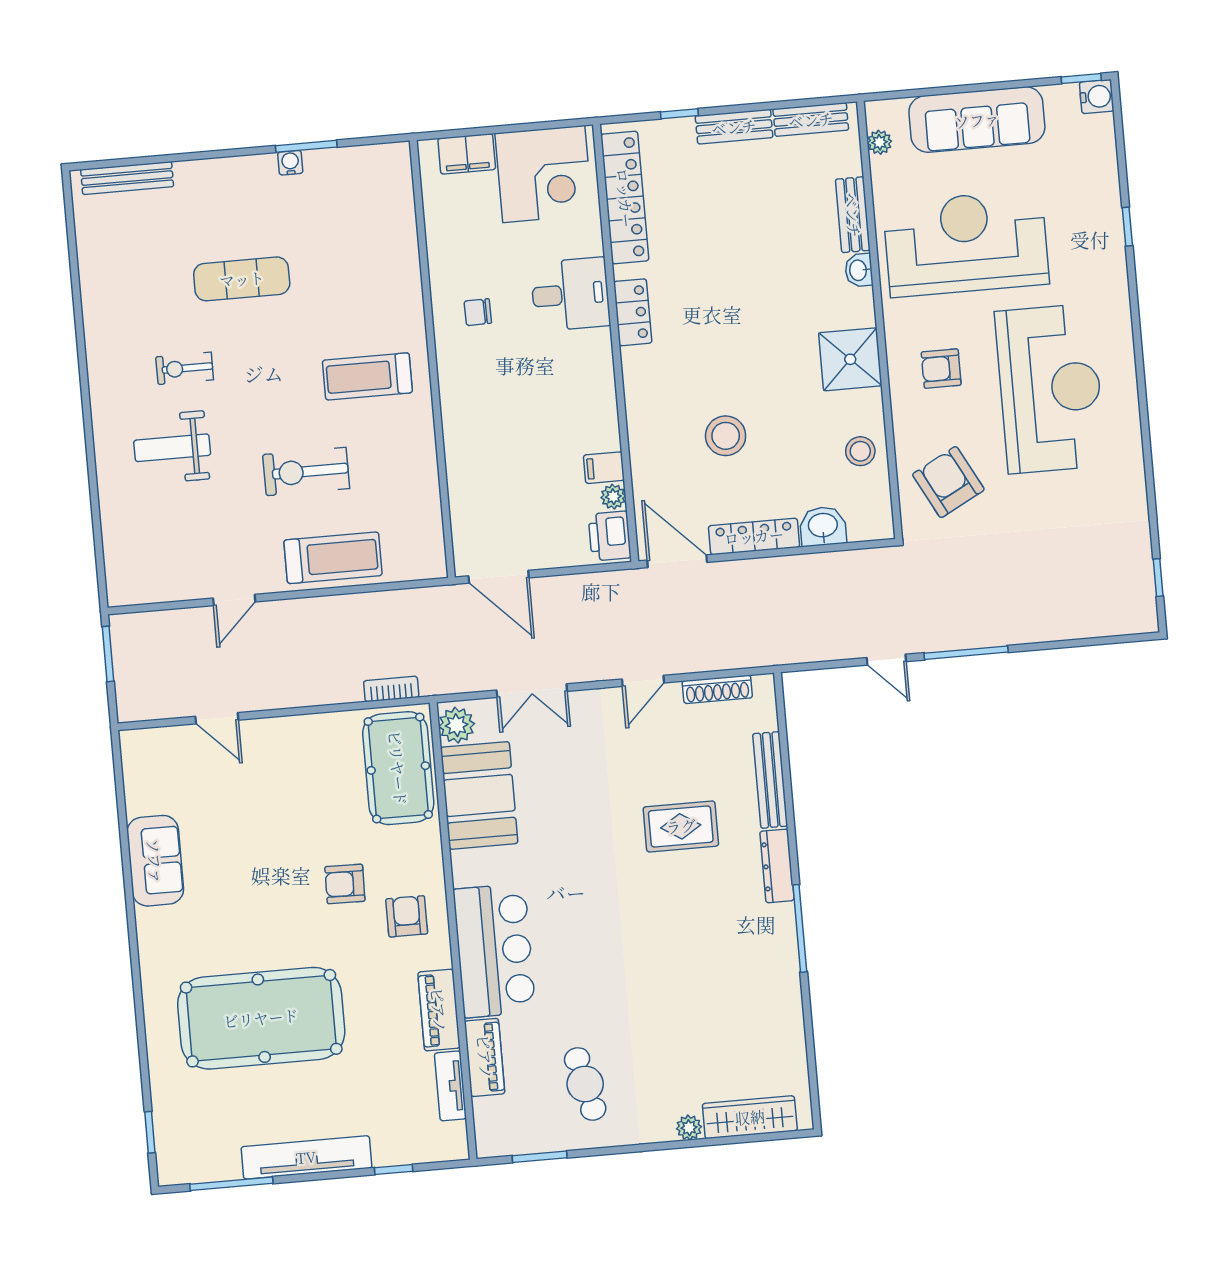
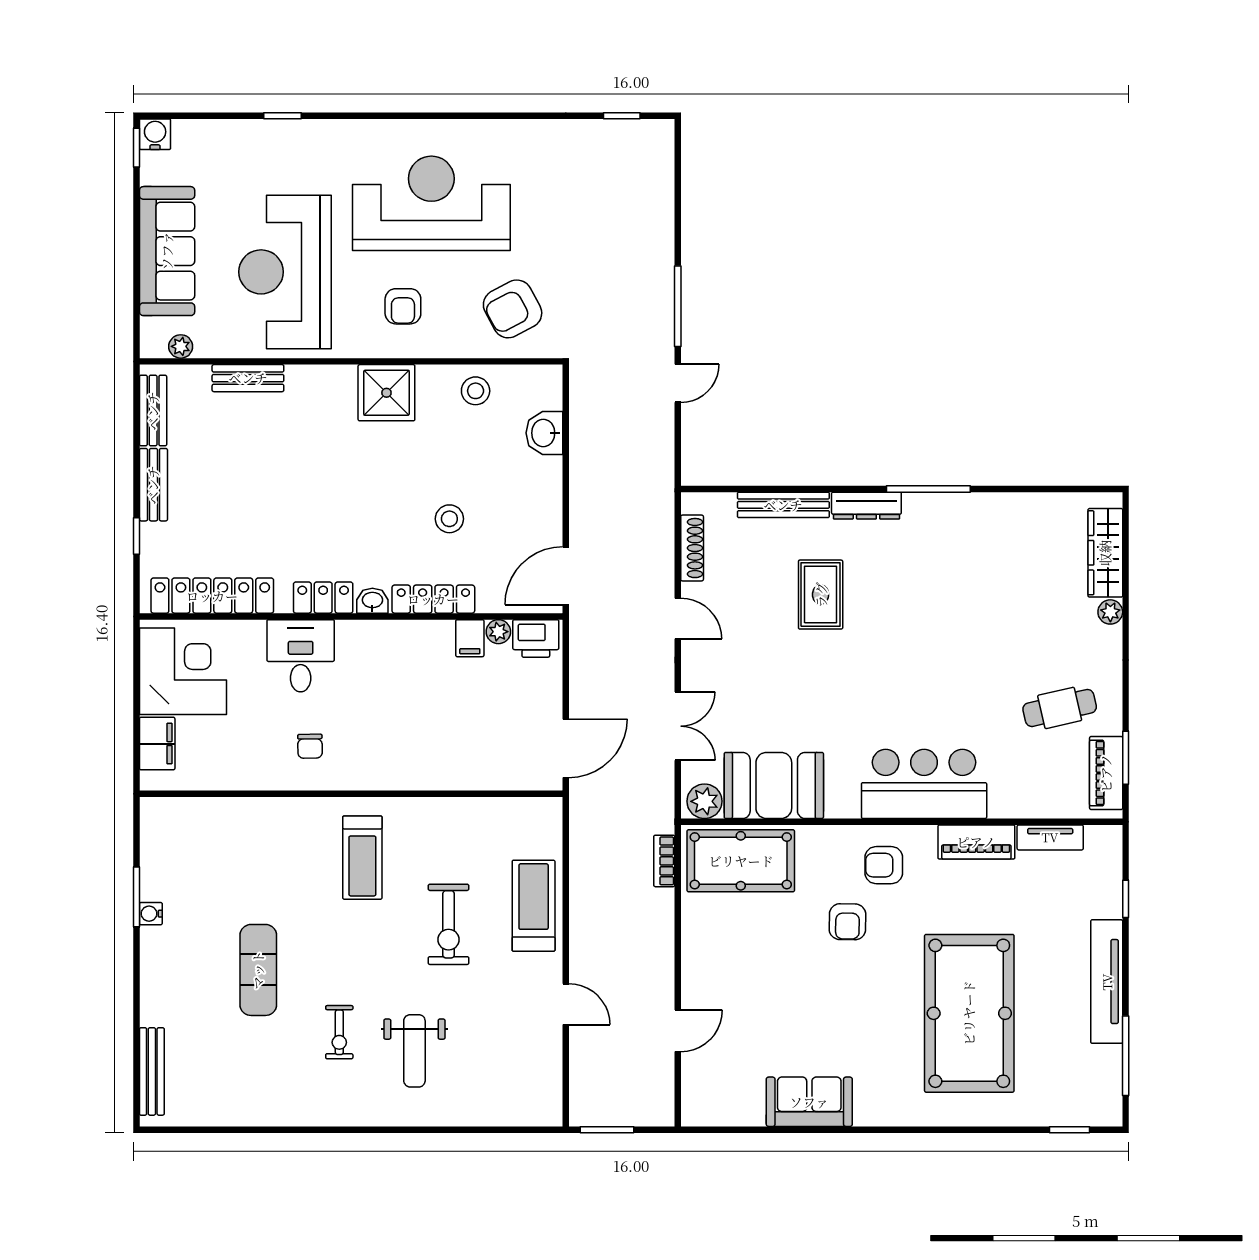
washbasin: (859, 270) -> (372, 601), moved, turned 180
stool: (726, 436) -> (449, 519), width x0.73, depth x0.73
locker: (754, 536) -> (433, 599), moved, turned 90
piano: (485, 1057) -> (1106, 773), moved, turned -90

